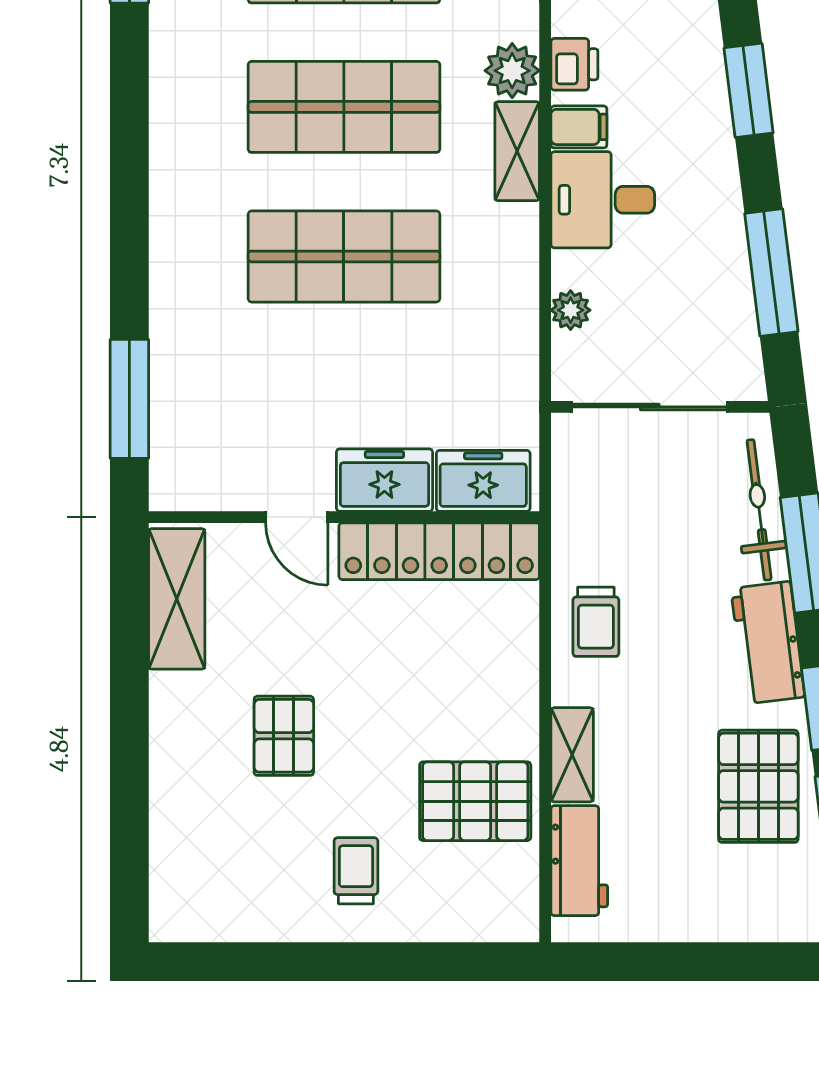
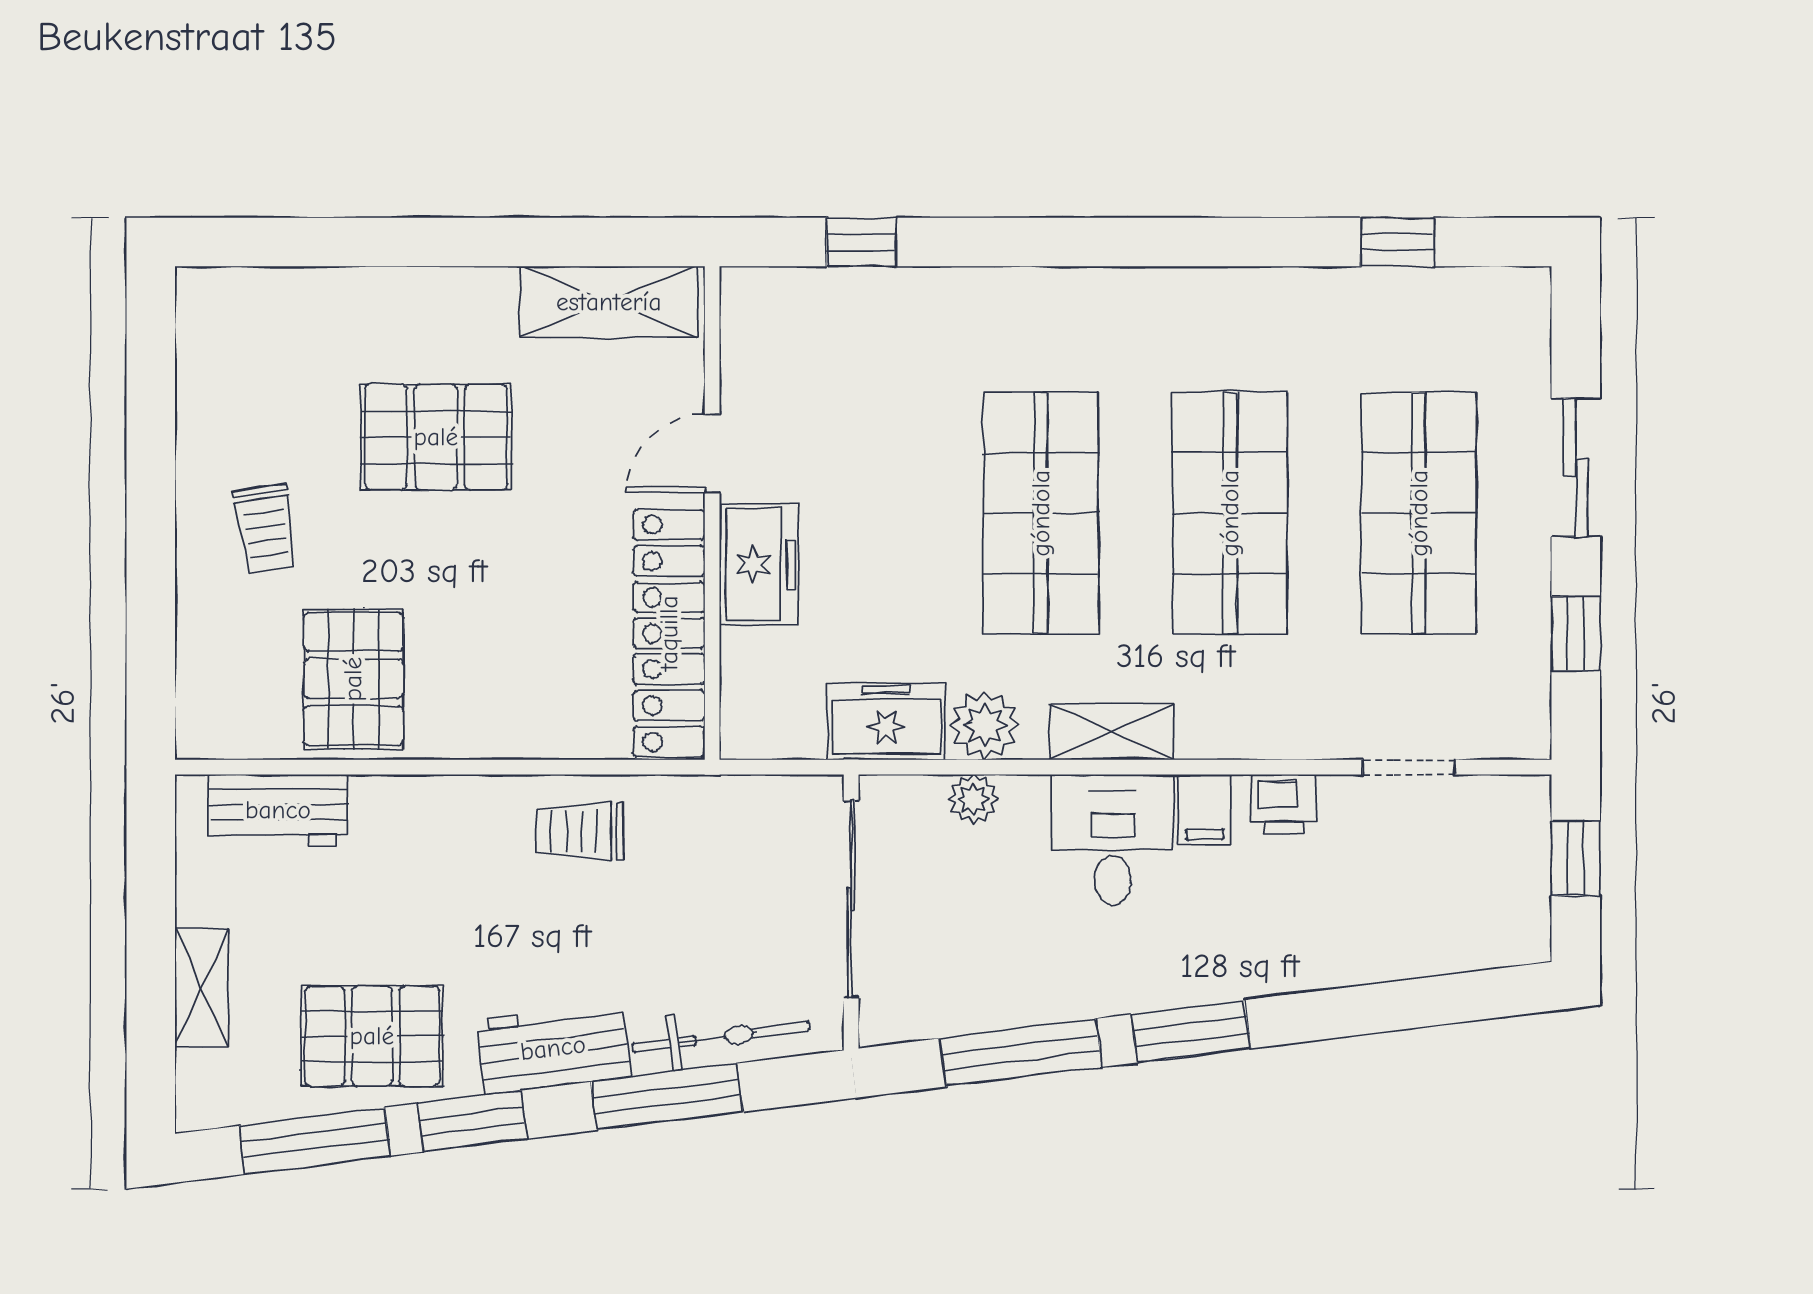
plant: (512, 71) -> (985, 725), moved
window: (749, 90) -> (1191, 1031), moved
shelving: (517, 151) -> (1112, 732), moved
window: (129, 399) -> (861, 242), width x0.46
freezer: (483, 481) -> (886, 721), moved, turned -90
pallet: (284, 736) -> (436, 437), width x1.50, depth x1.42
shelving: (572, 755) -> (202, 988), moved, turned 90
trolley: (356, 871) -> (265, 528), turned 81

